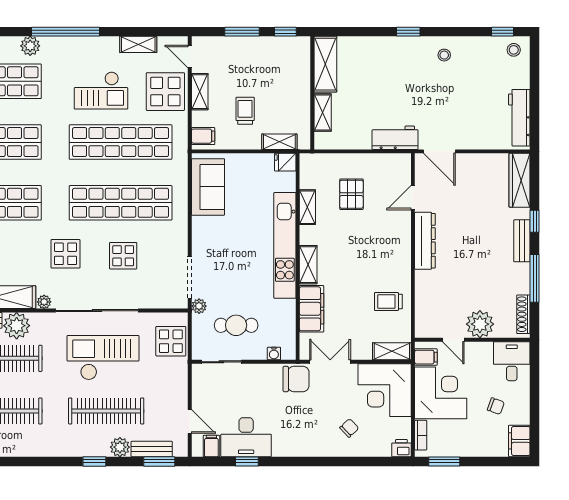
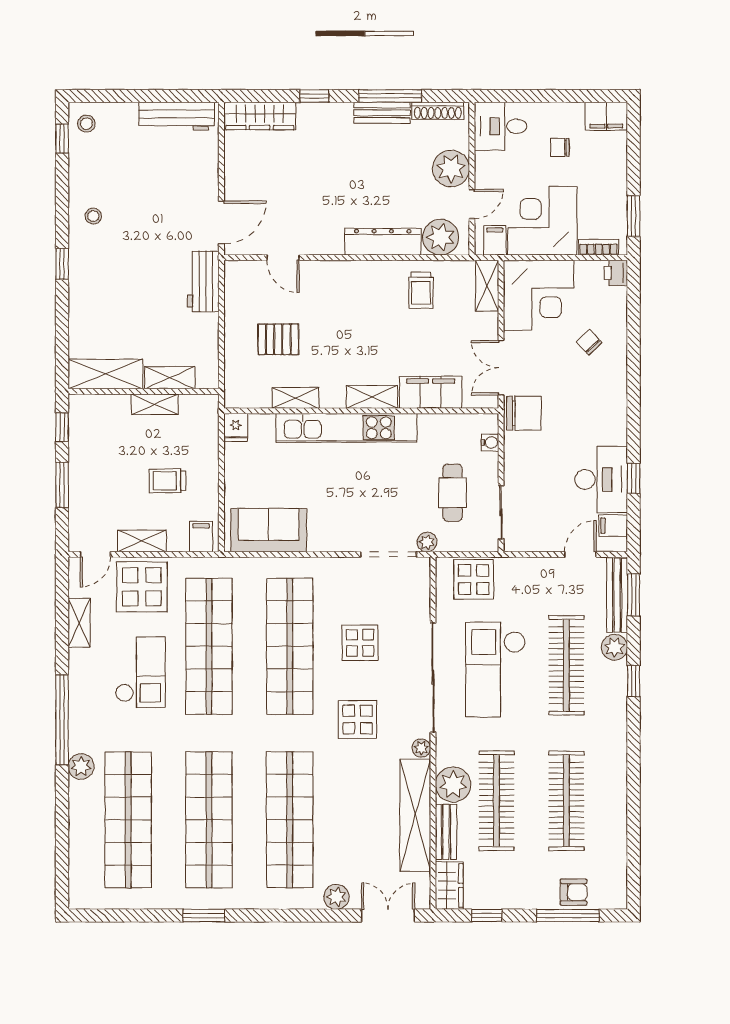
shelving: (279, 142) -> (155, 404), moved, turned 90
dresser: (425, 241) -> (383, 242), moved
bench: (522, 241) -> (382, 113), moved
plant: (428, 316) -> (441, 237), added
chair: (296, 379) -> (524, 413), turned 90
chair: (496, 406) -> (560, 147), turned -110
bench: (152, 449) -> (617, 595), width x1.36

